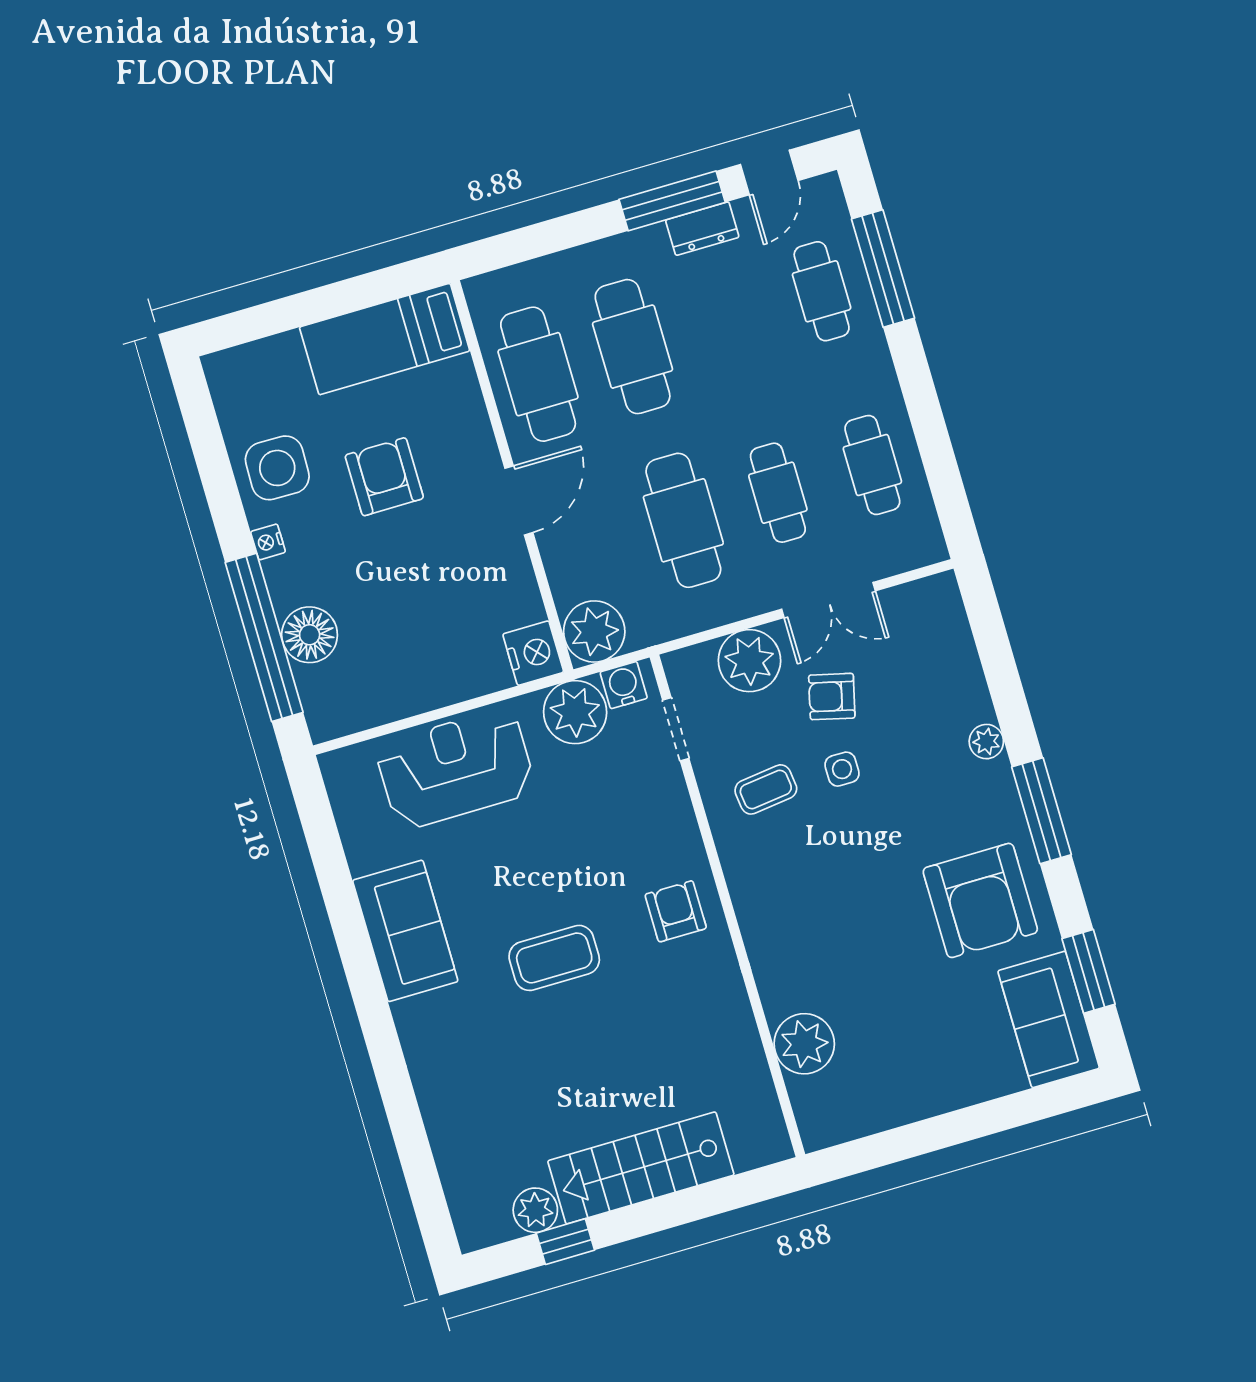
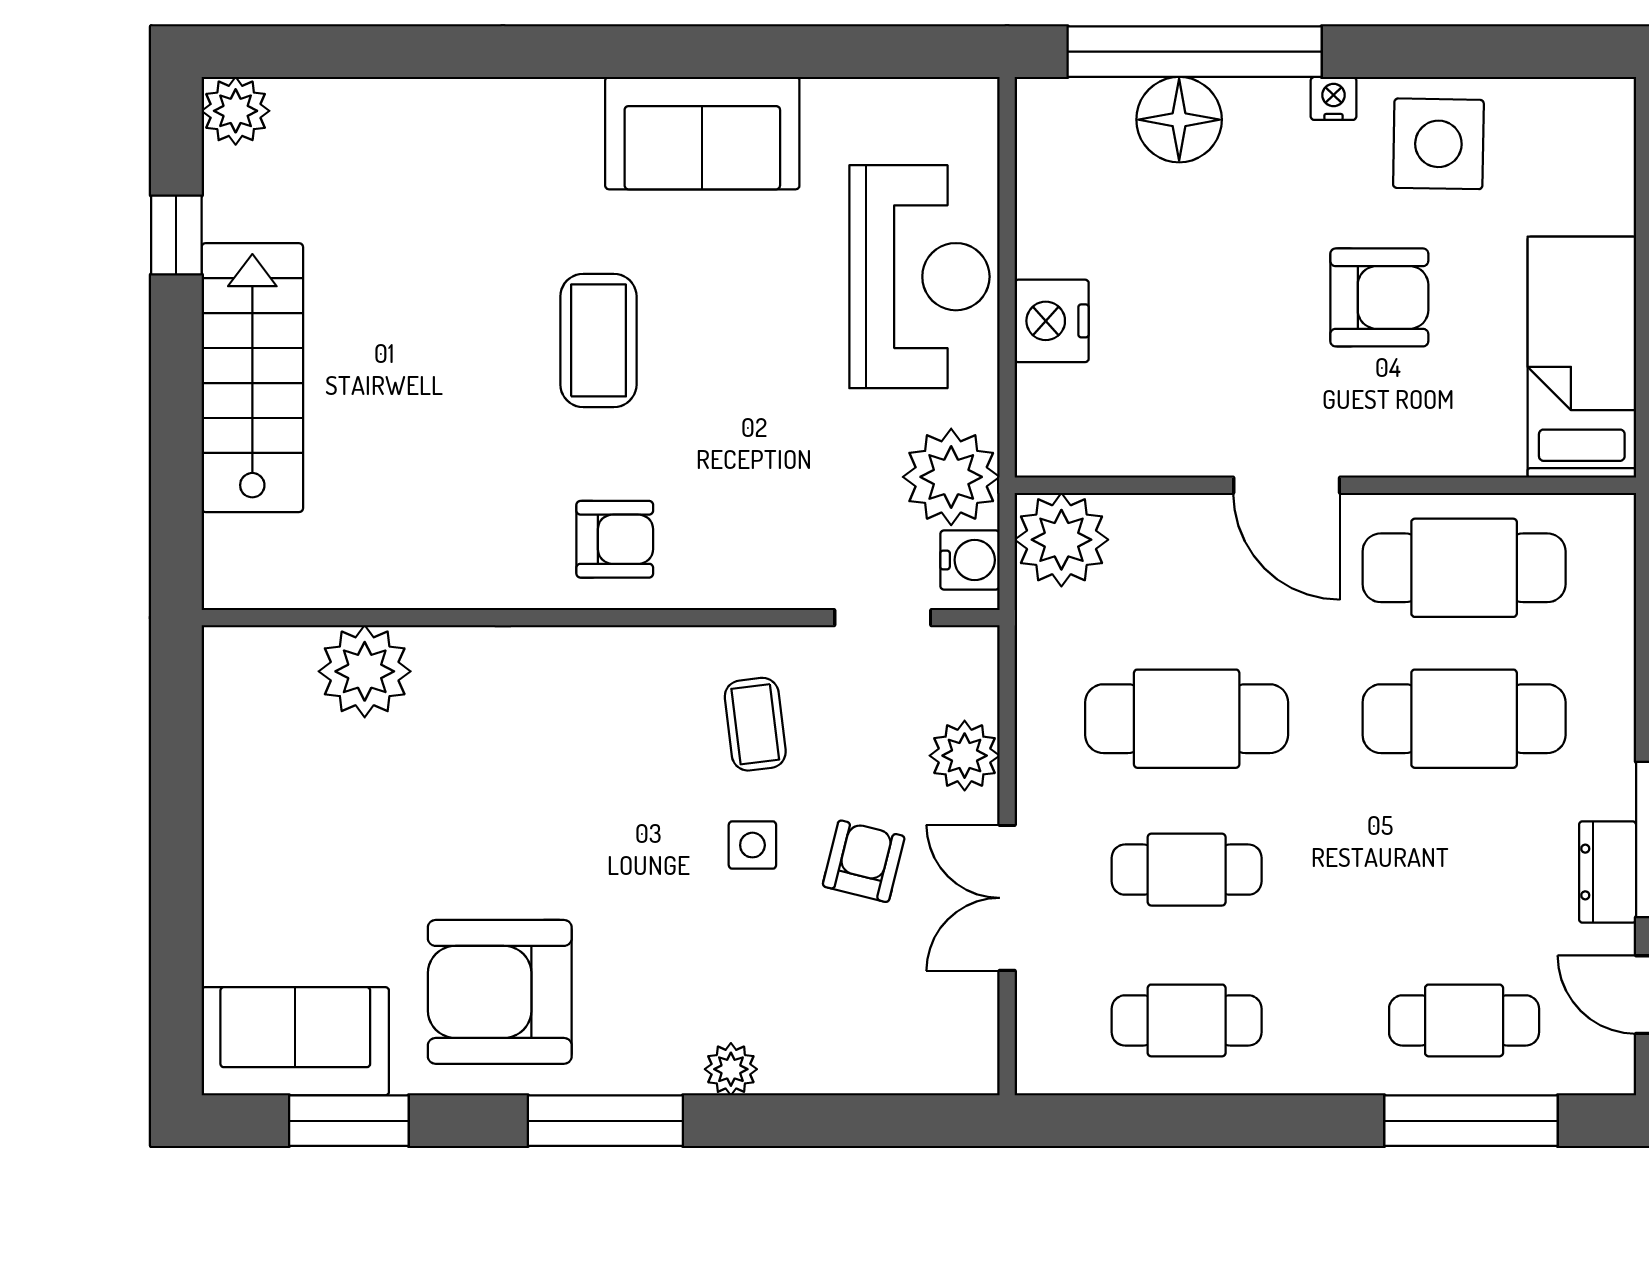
nightstand: (533, 653) -> (1052, 321), moved, turned 90
plant: (749, 661) -> (965, 756), width x0.73, depth x0.73
plant: (535, 1210) -> (236, 111), moved

